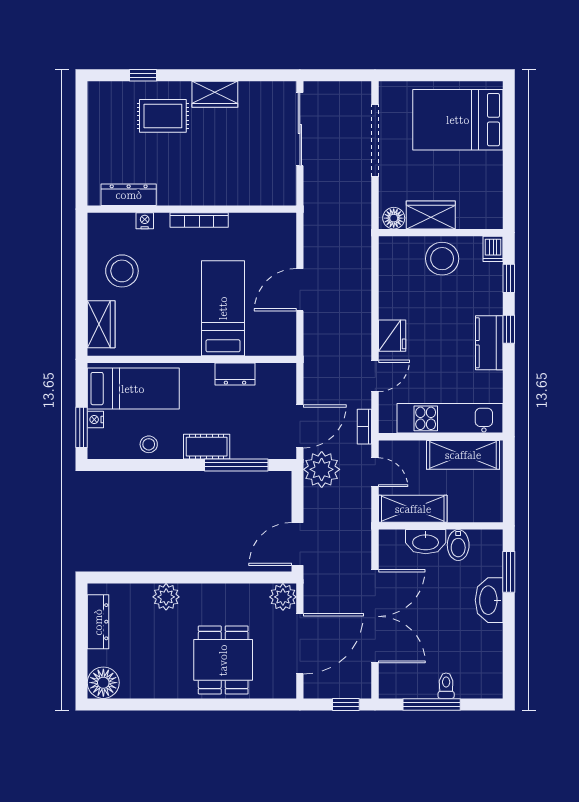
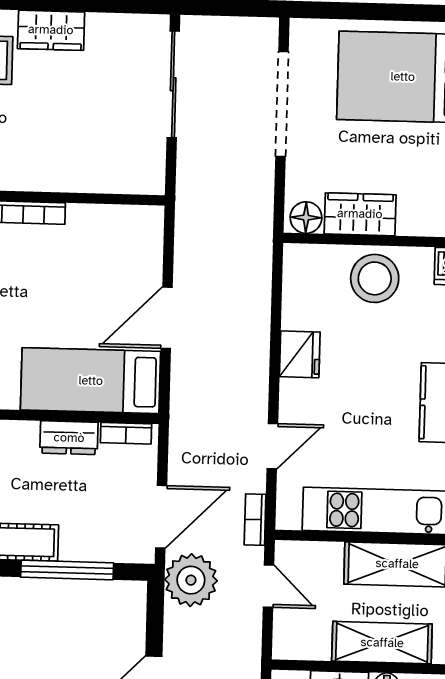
bed: (223, 308) -> (91, 381), moved, turned -90
fridge: (392, 336) -> (300, 354), moved
bookcase: (274, 370) -> (126, 433), added
shelving: (413, 509) -> (382, 643), moved

